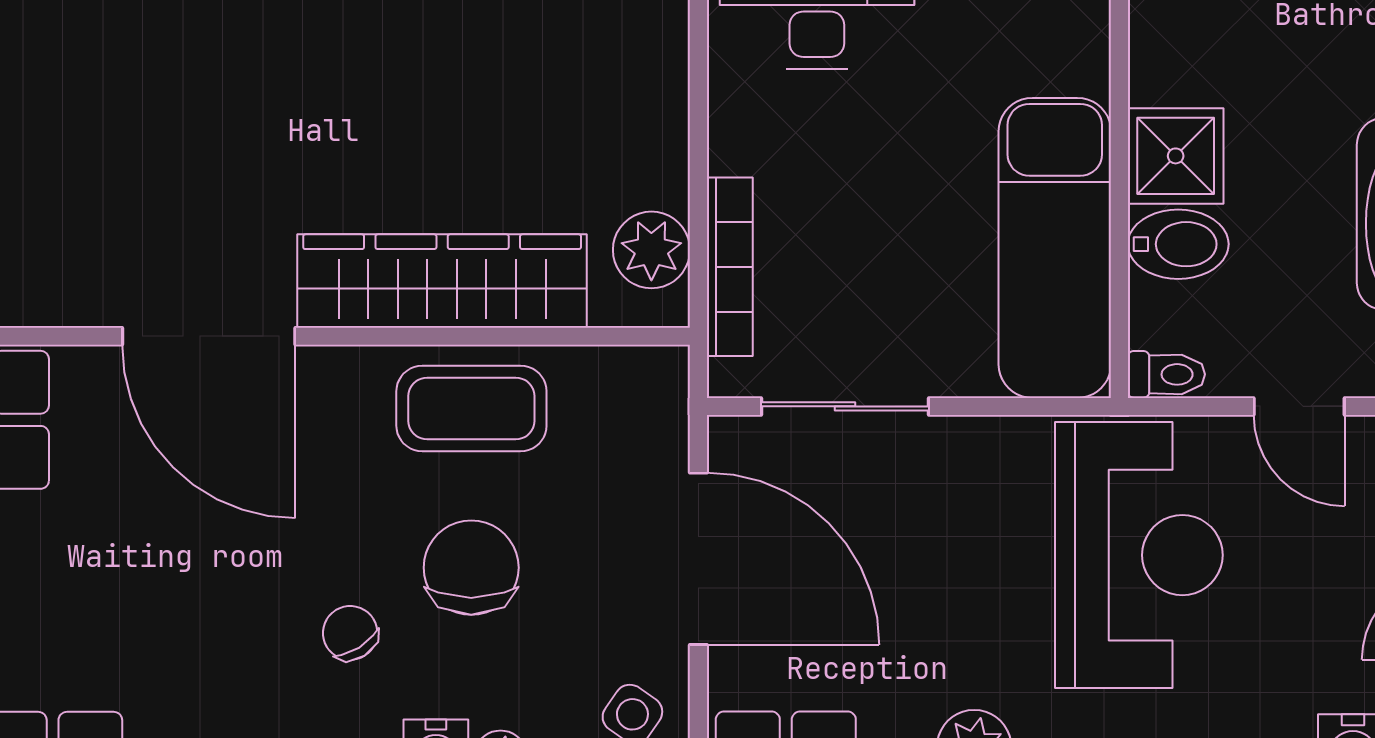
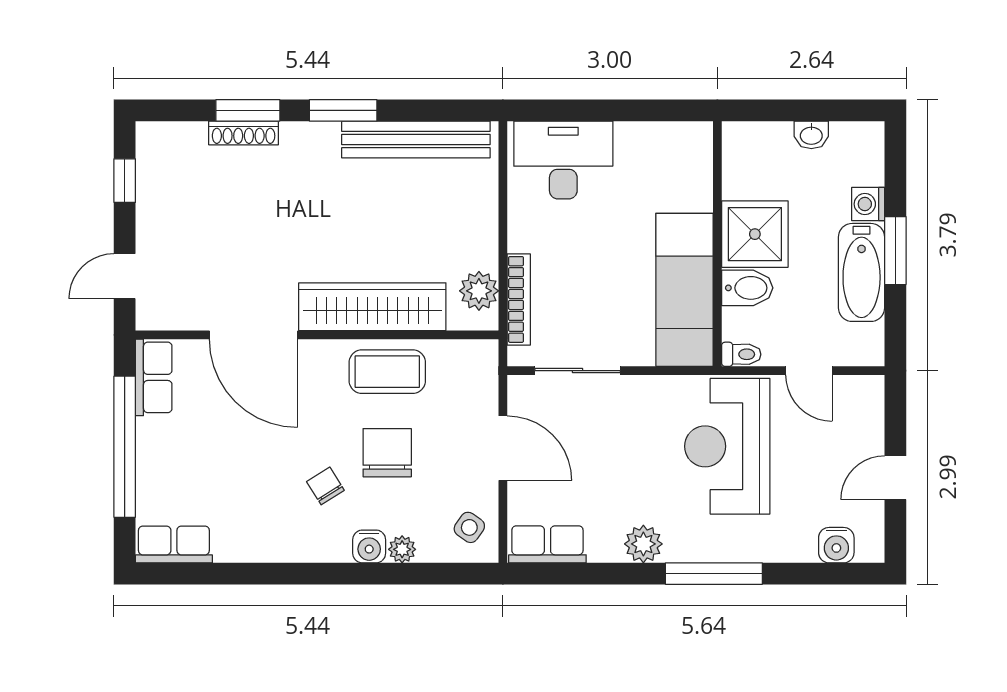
shower: (1176, 156) -> (755, 234), width x1.36, depth x1.36
reception desk: (1139, 555) -> (727, 446), turned 180
door: (698, 559) -> (503, 448), width x0.73

